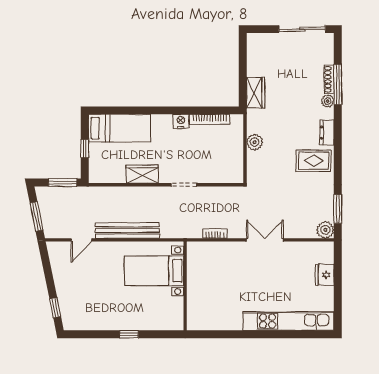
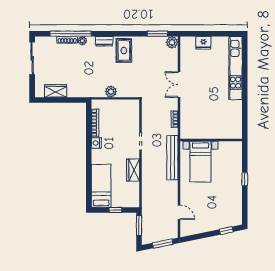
window: (338, 84) -> (71, 34), width x1.46
wardrobe: (256, 93) -> (56, 91), moved
bench: (127, 230) -> (172, 158), moved

